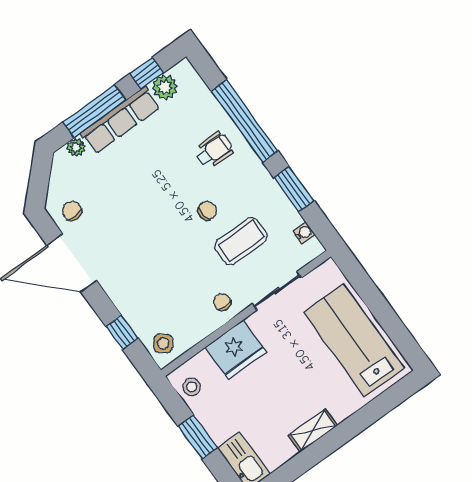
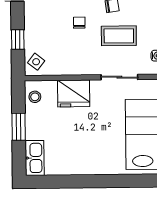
chair: (222, 302) -> (79, 23), moved
shelving: (313, 430) -> (85, 168), removed

